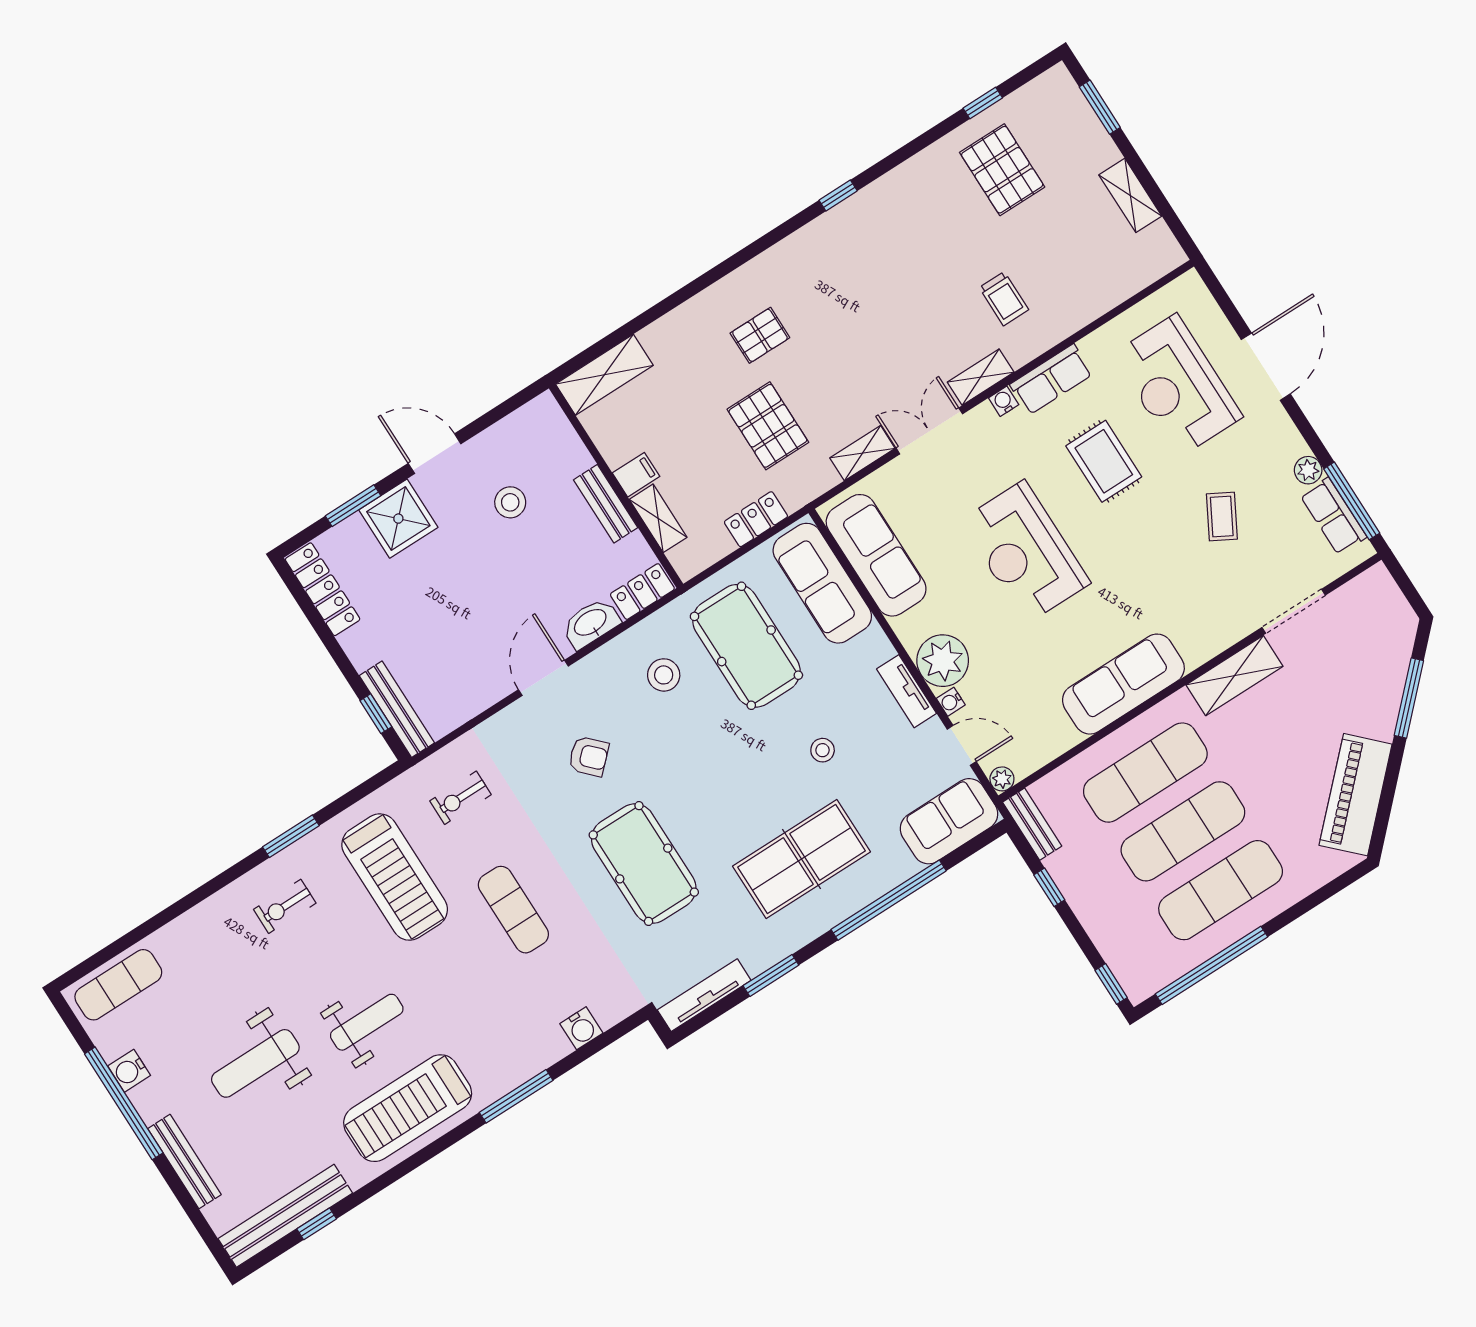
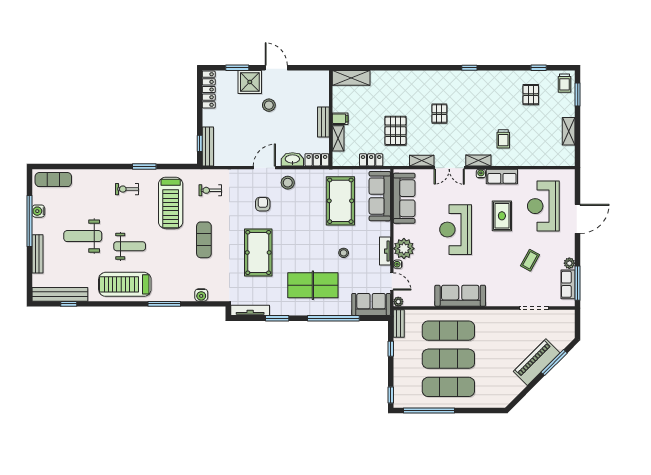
trolley: (1057, 101) -> (565, 83), added
pallet: (1002, 170) -> (531, 95), width x0.67, depth x0.71
pallet: (760, 335) -> (439, 114), moved, turned 90
double door: (929, 431) -> (449, 168), swing flipped
stool: (510, 502) -> (269, 105), moved
stool: (664, 675) -> (288, 183), moved
shelving: (1234, 676) -> (500, 317), removed
armchair: (589, 756) -> (263, 204), turned -136
piano: (1356, 795) -> (537, 362), moved

